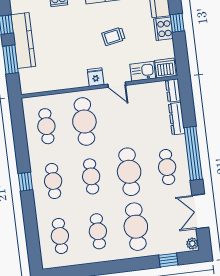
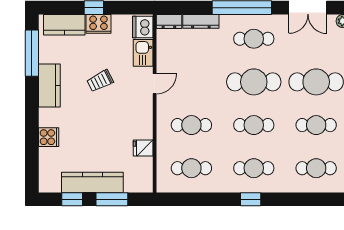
trolley: (113, 36) -> (100, 81), turned 74
fridge: (96, 77) -> (143, 148), moved
cafe table: (84, 121) -> (191, 125), width x0.73, depth x0.74

